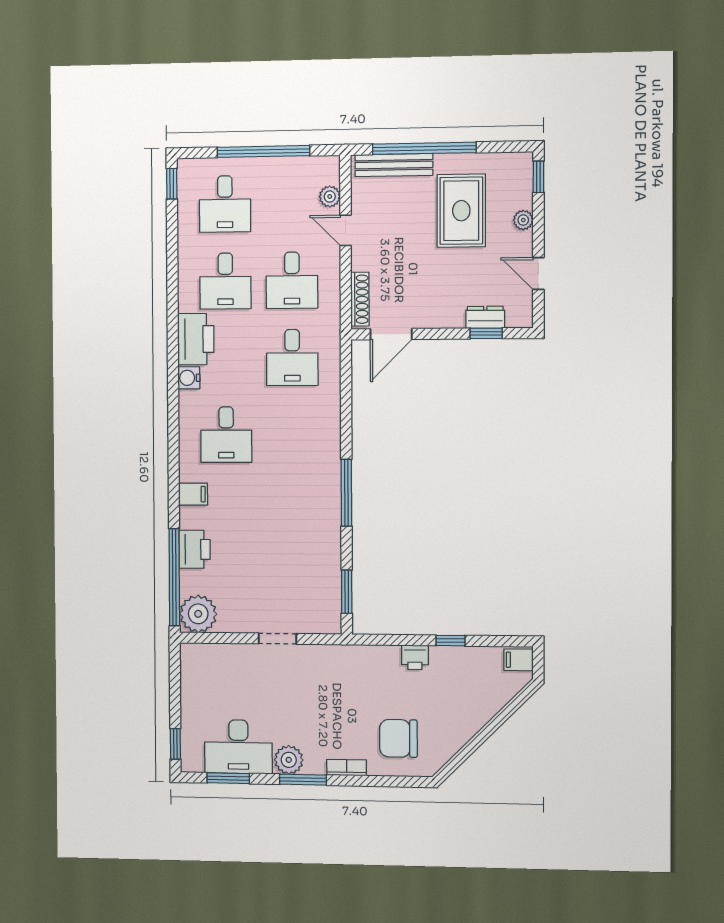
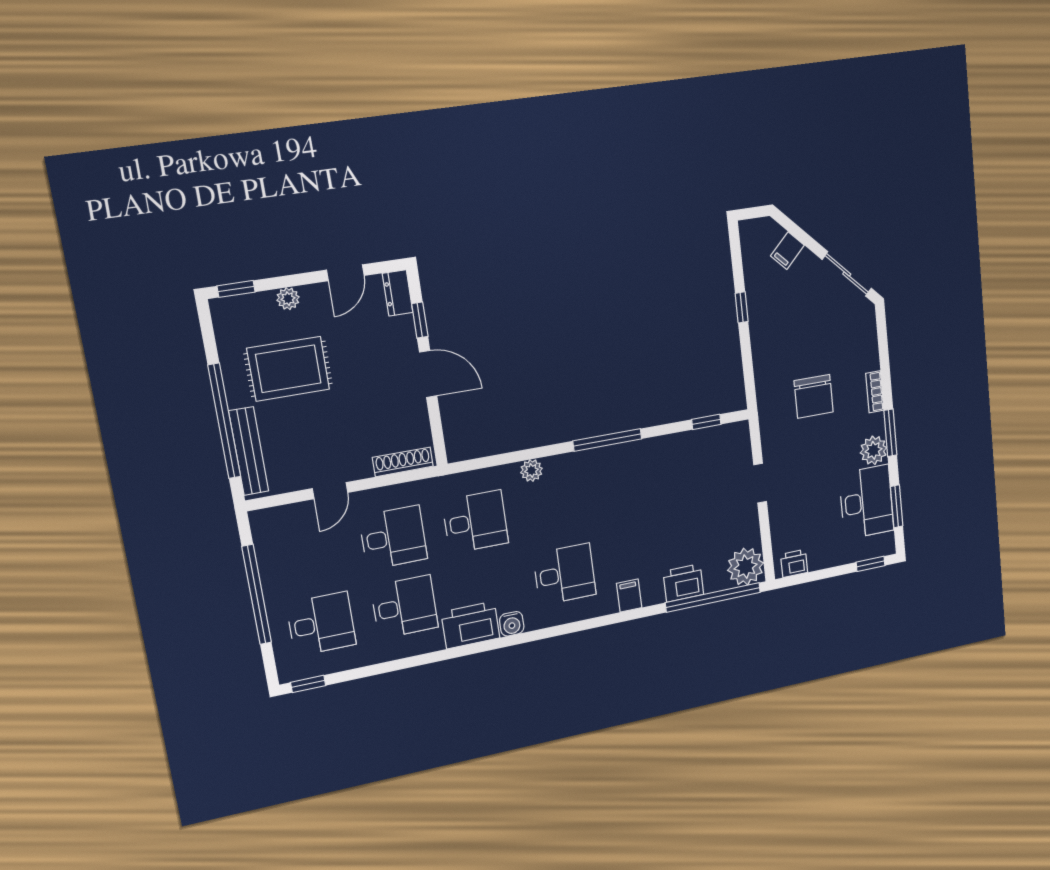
plant: (330, 197) -> (531, 470), moved
dresser: (485, 317) -> (398, 293), moved
door: (391, 334) -> (428, 374), moved
window: (347, 592) -> (706, 422), width x0.67
printer: (415, 657) -> (794, 563), moved, turned -90
filing cabinet: (518, 660) -> (787, 251), moved, turned 45
chair: (398, 738) -> (814, 396), moved
sliding door: (466, 751) -> (847, 274), added

